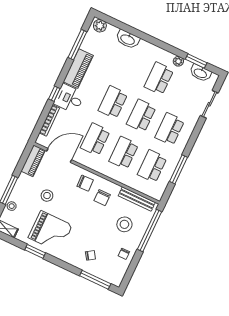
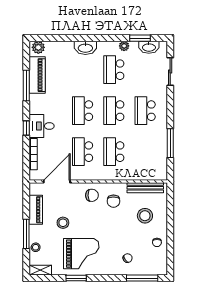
washbasin: (128, 39) -> (85, 48), moved
window: (77, 45) -> (26, 86), moved
piano: (78, 69) -> (37, 75), moved
piano: (33, 161) -> (36, 210), moved
school desk: (152, 166) -> (145, 152), removed
window: (150, 231) -> (170, 211), removed

